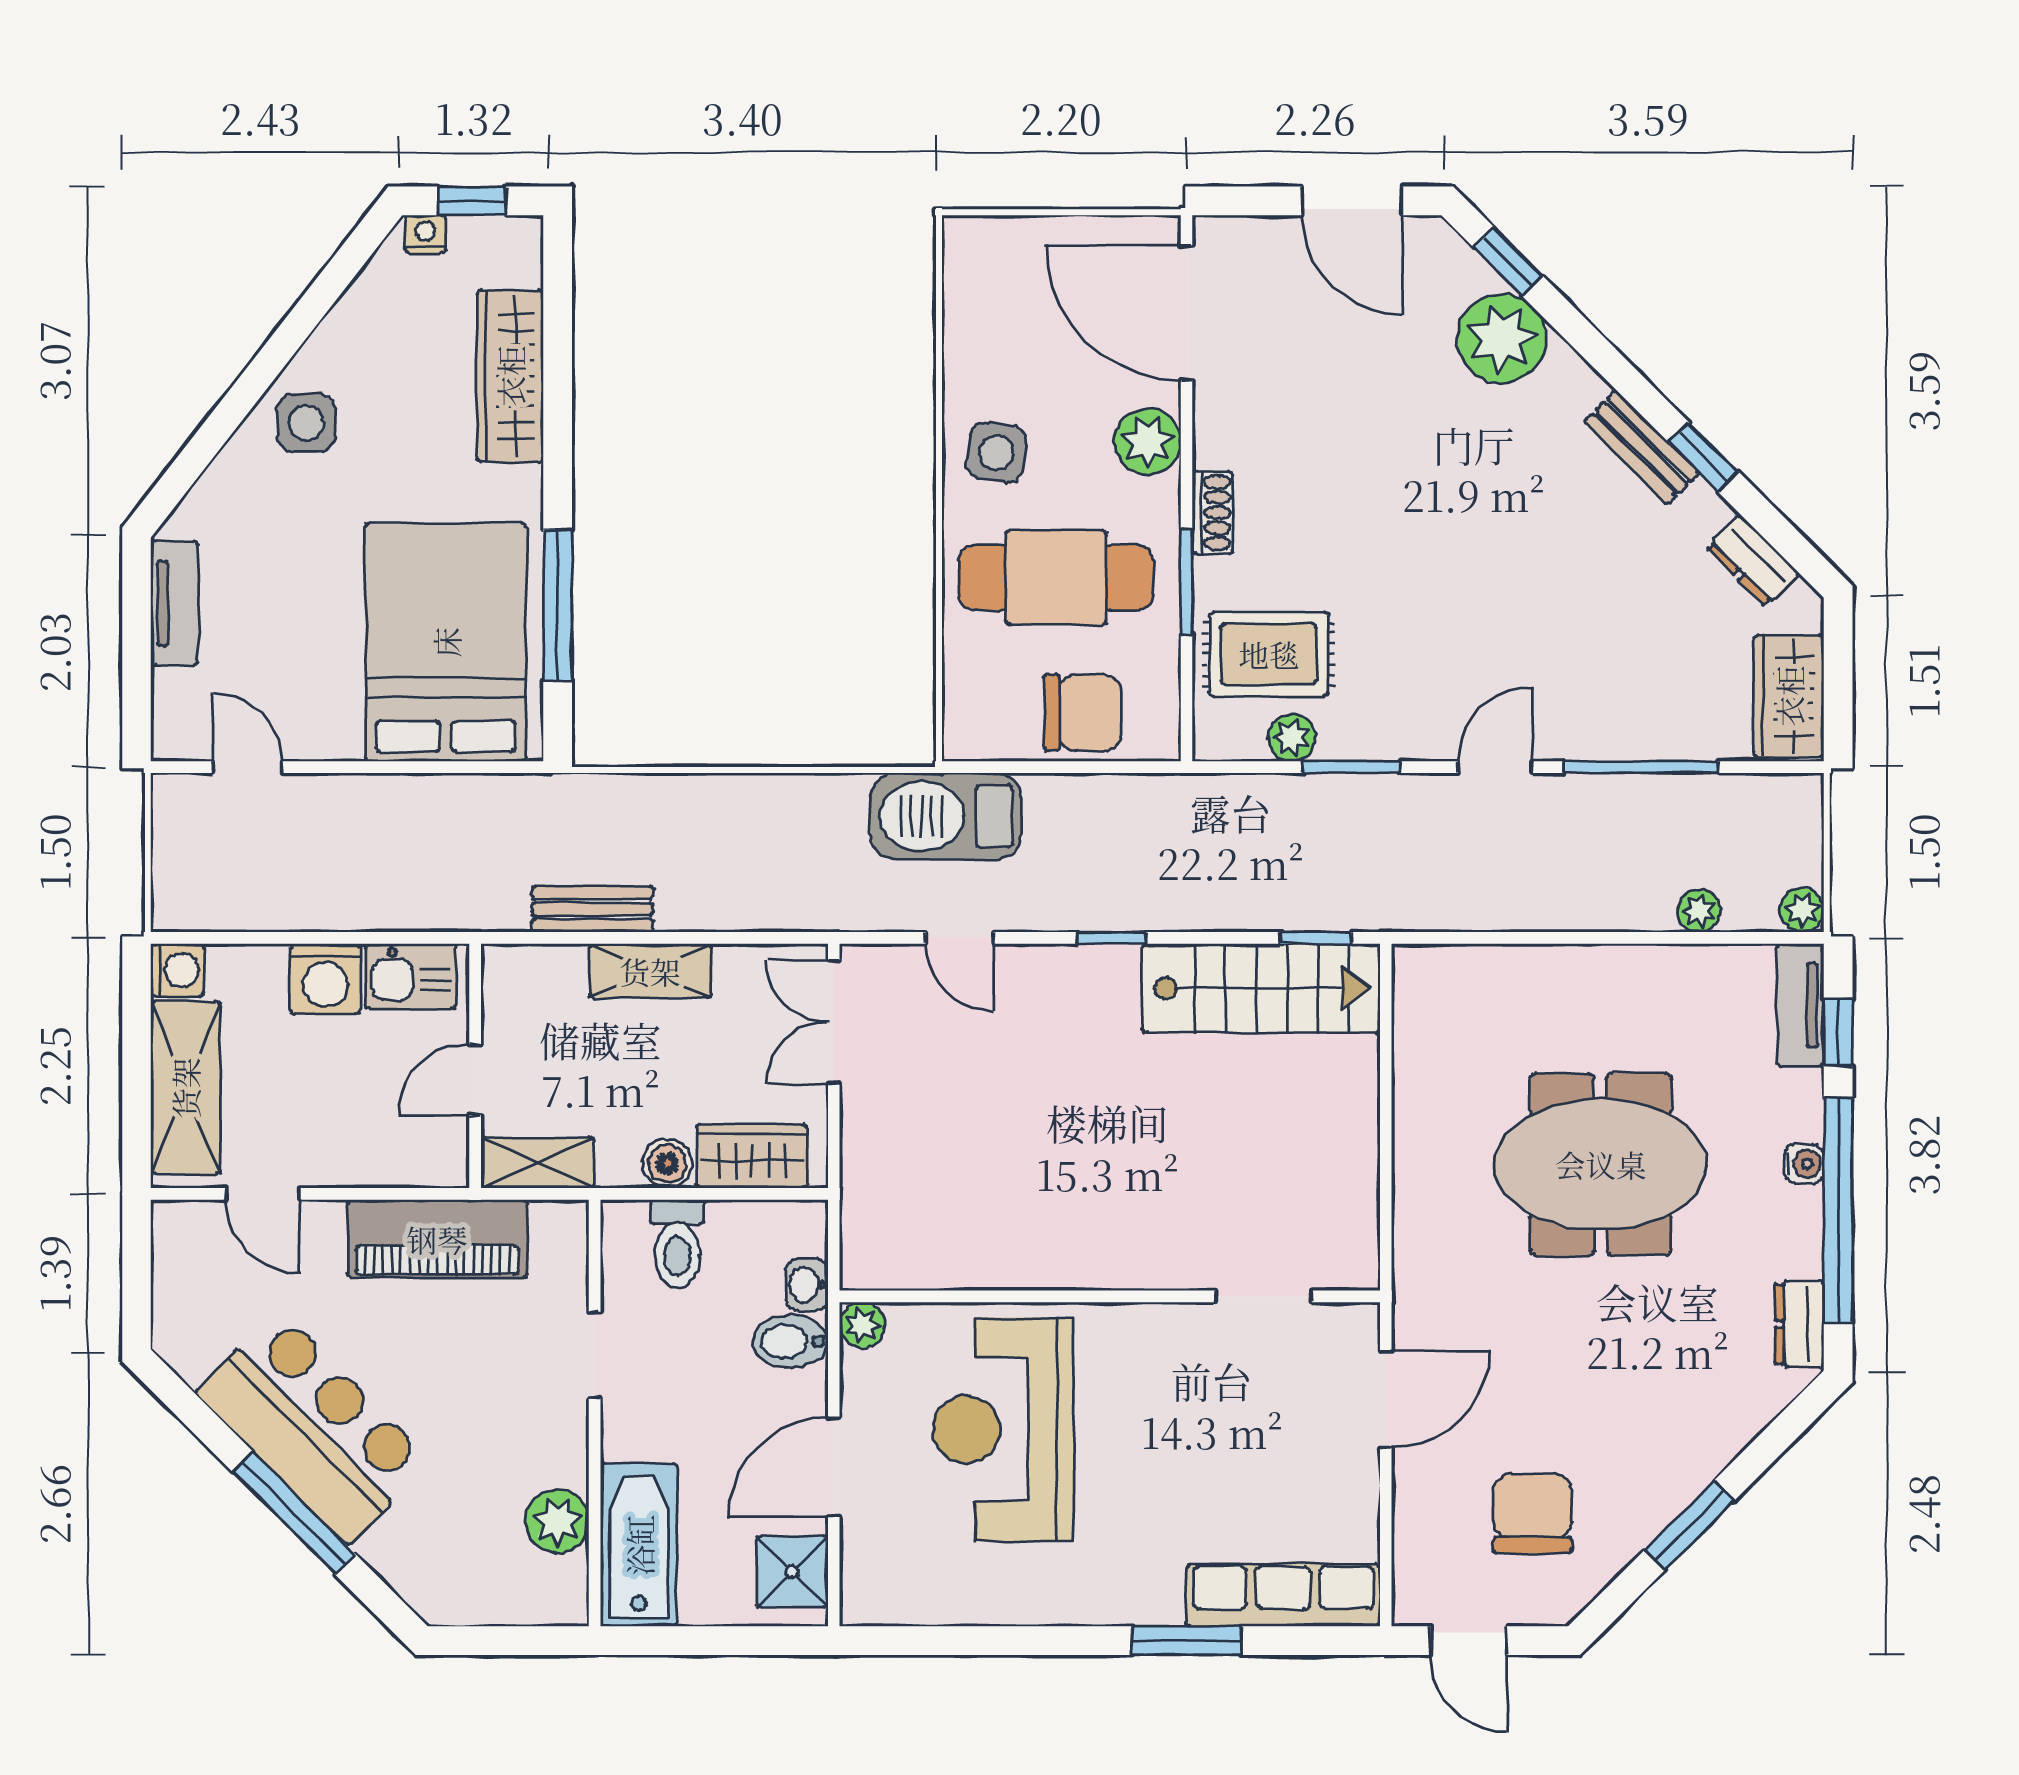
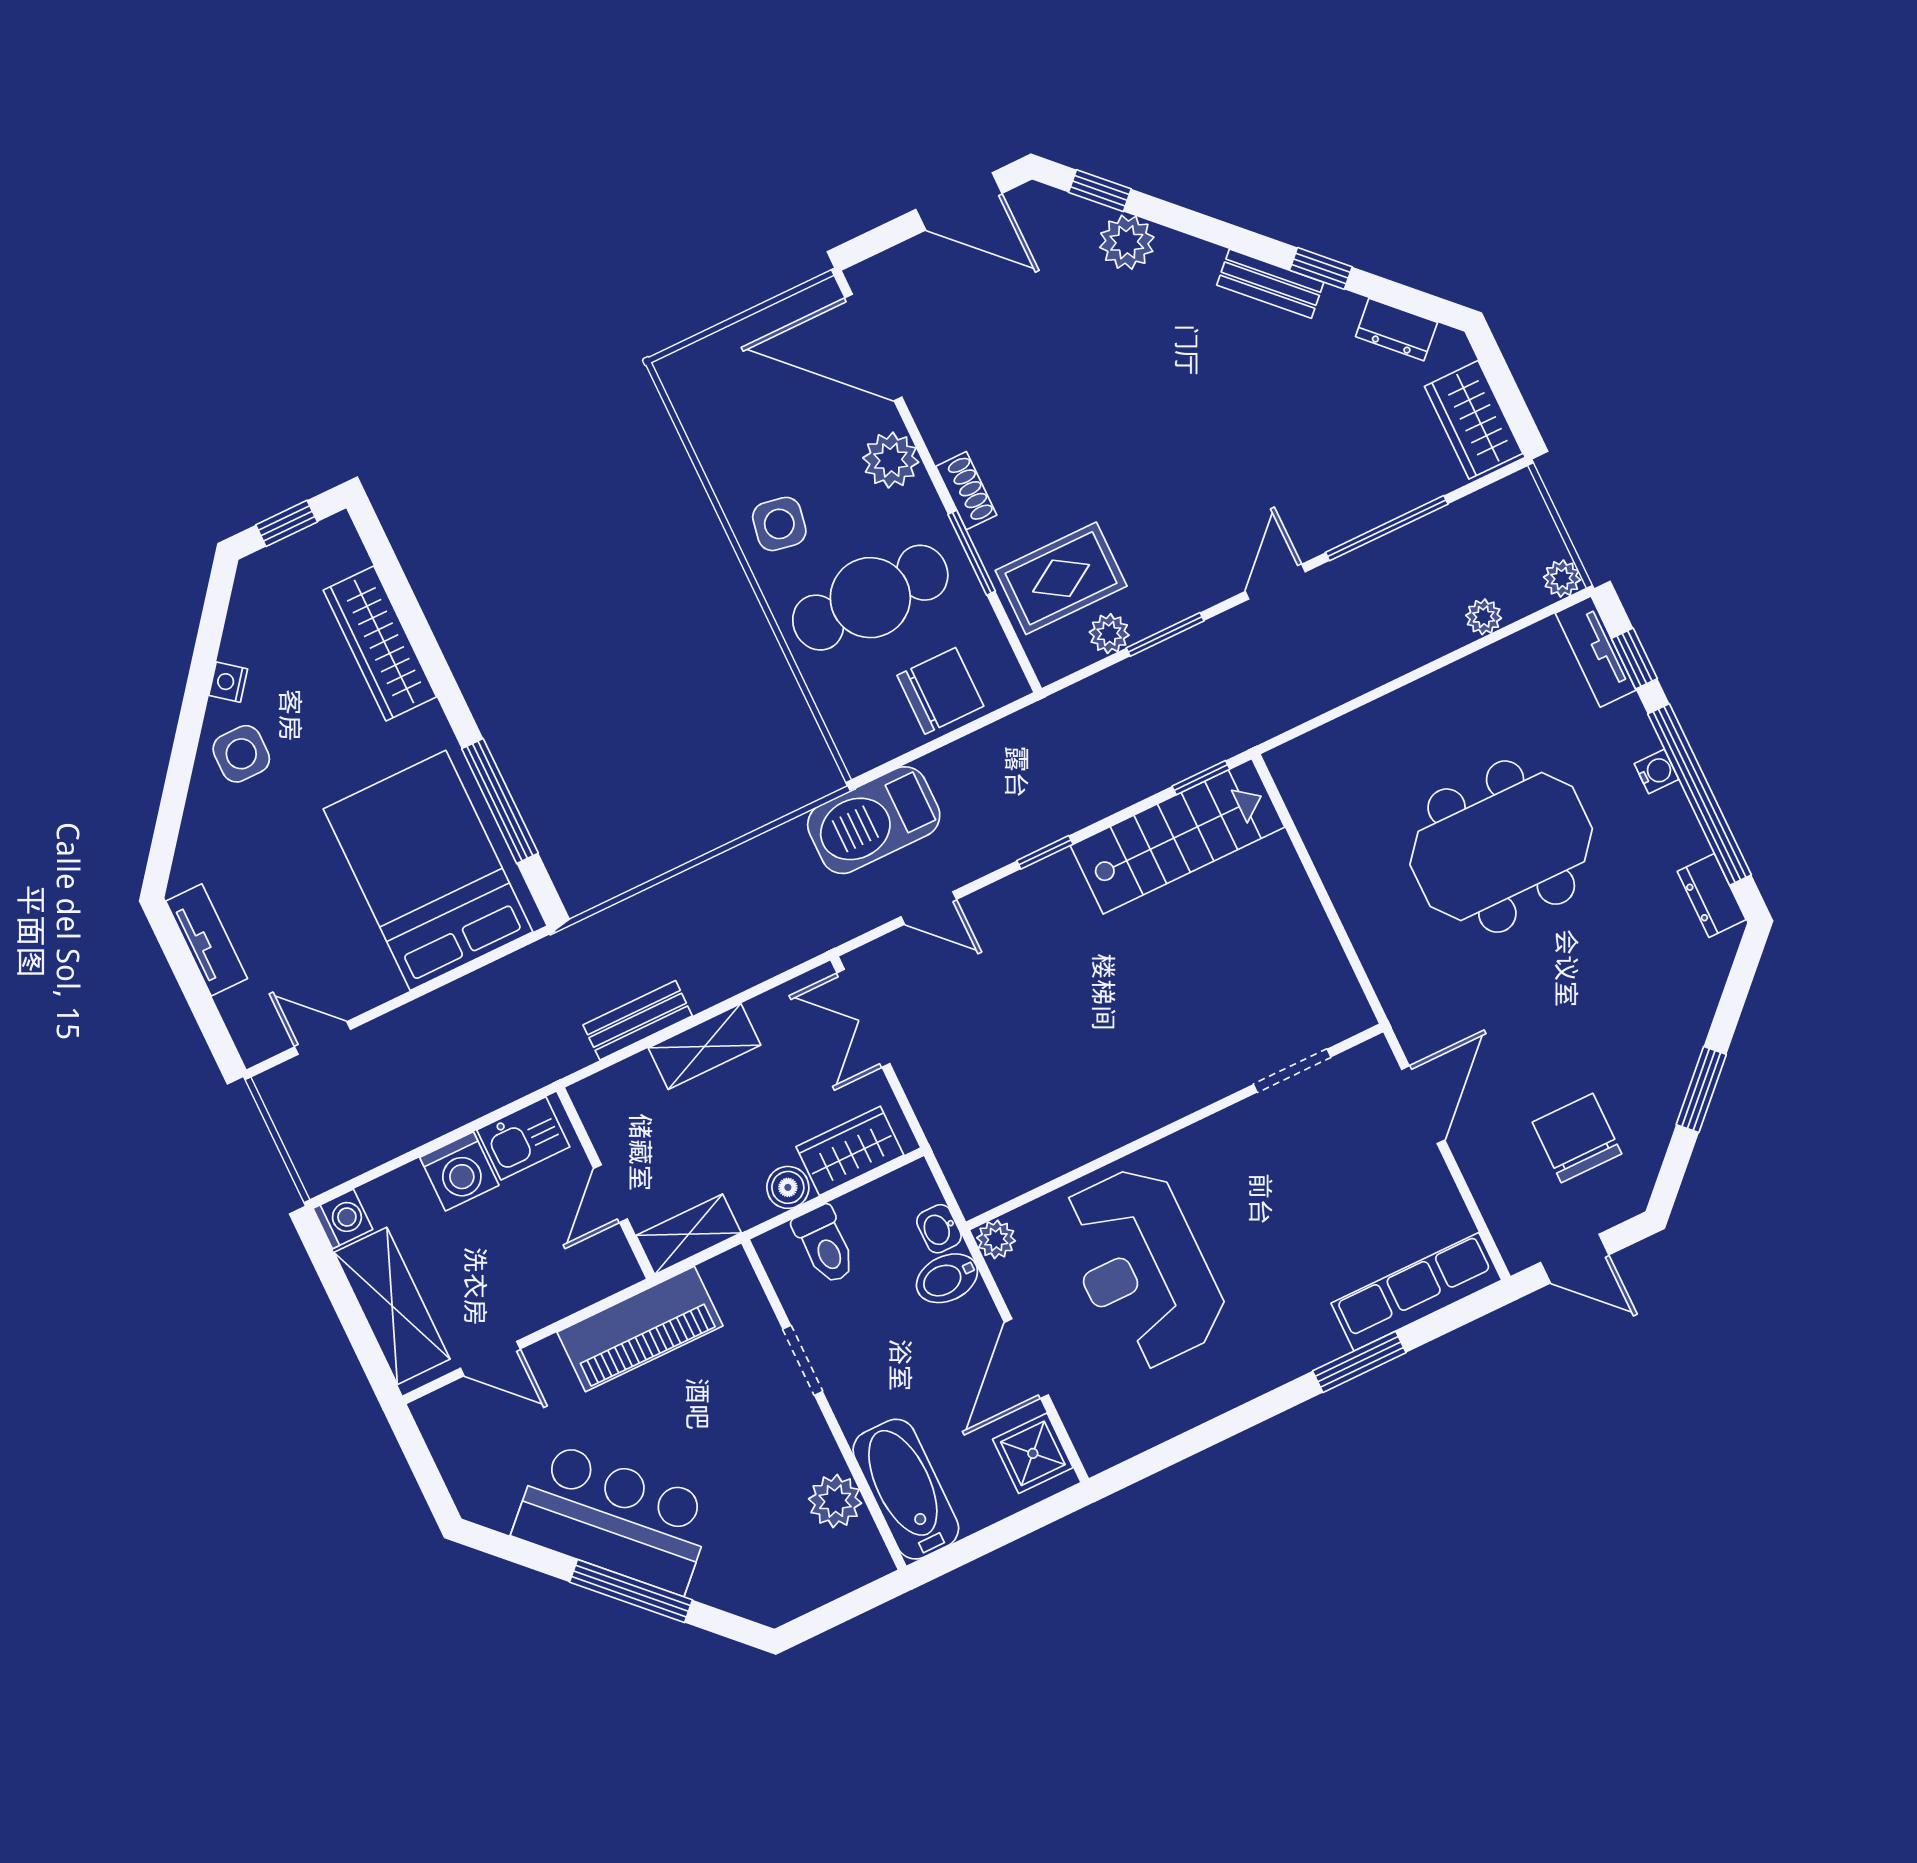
nightstand: (425, 234) -> (228, 682), moved, turned -52
plant: (1502, 338) -> (1127, 242), width x0.73, depth x0.73

